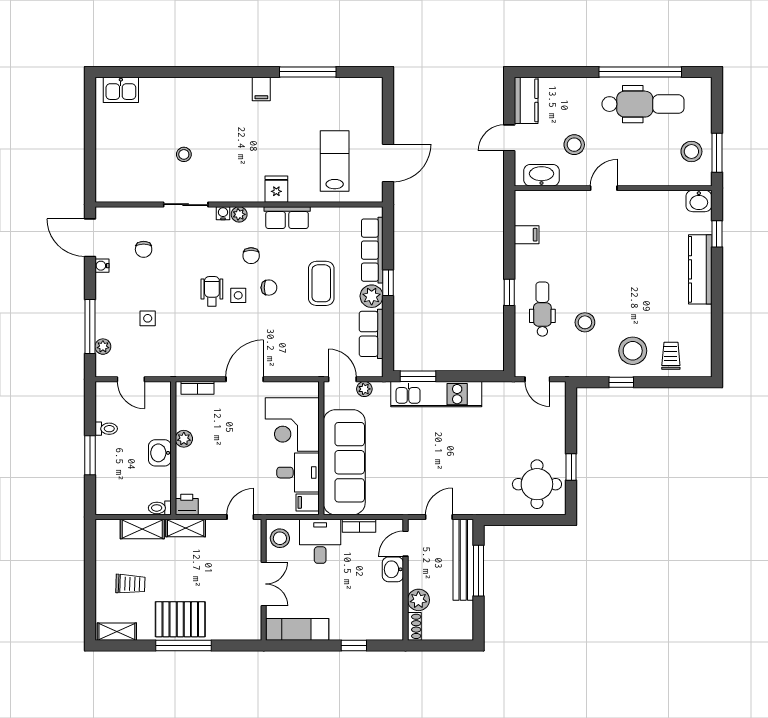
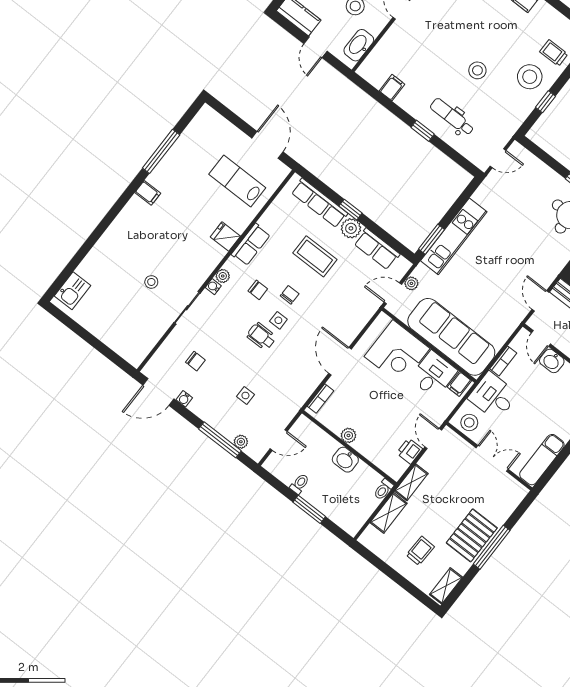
stool: (585, 322) -> (477, 70), moved
printer: (187, 505) -> (410, 451), moved

